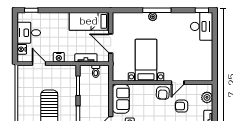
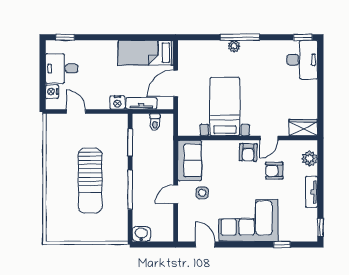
door: (111, 43) -> (176, 83), hinge flipped
nightstand: (59, 57) -> (117, 103), moved
wardrobe: (202, 75) -> (303, 128), added

